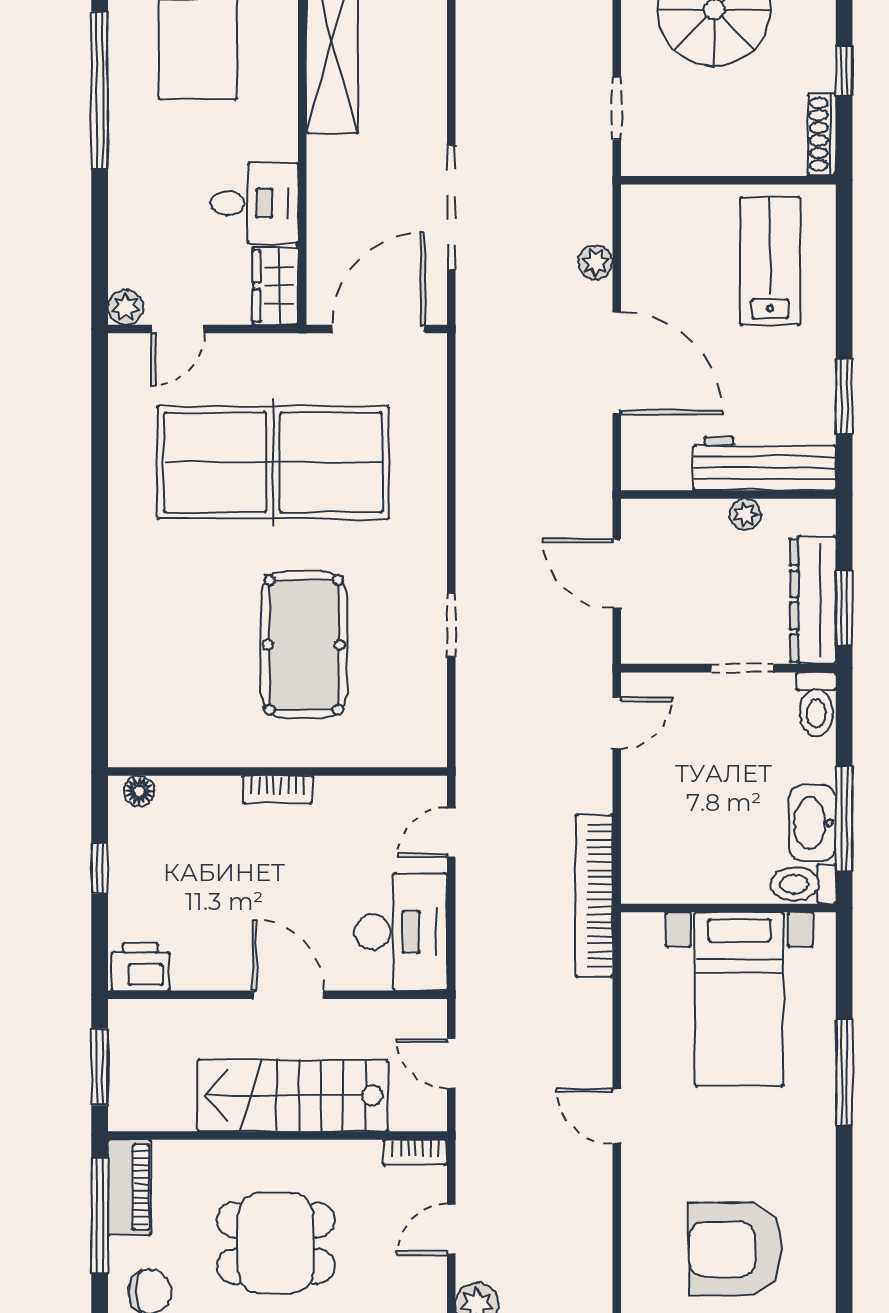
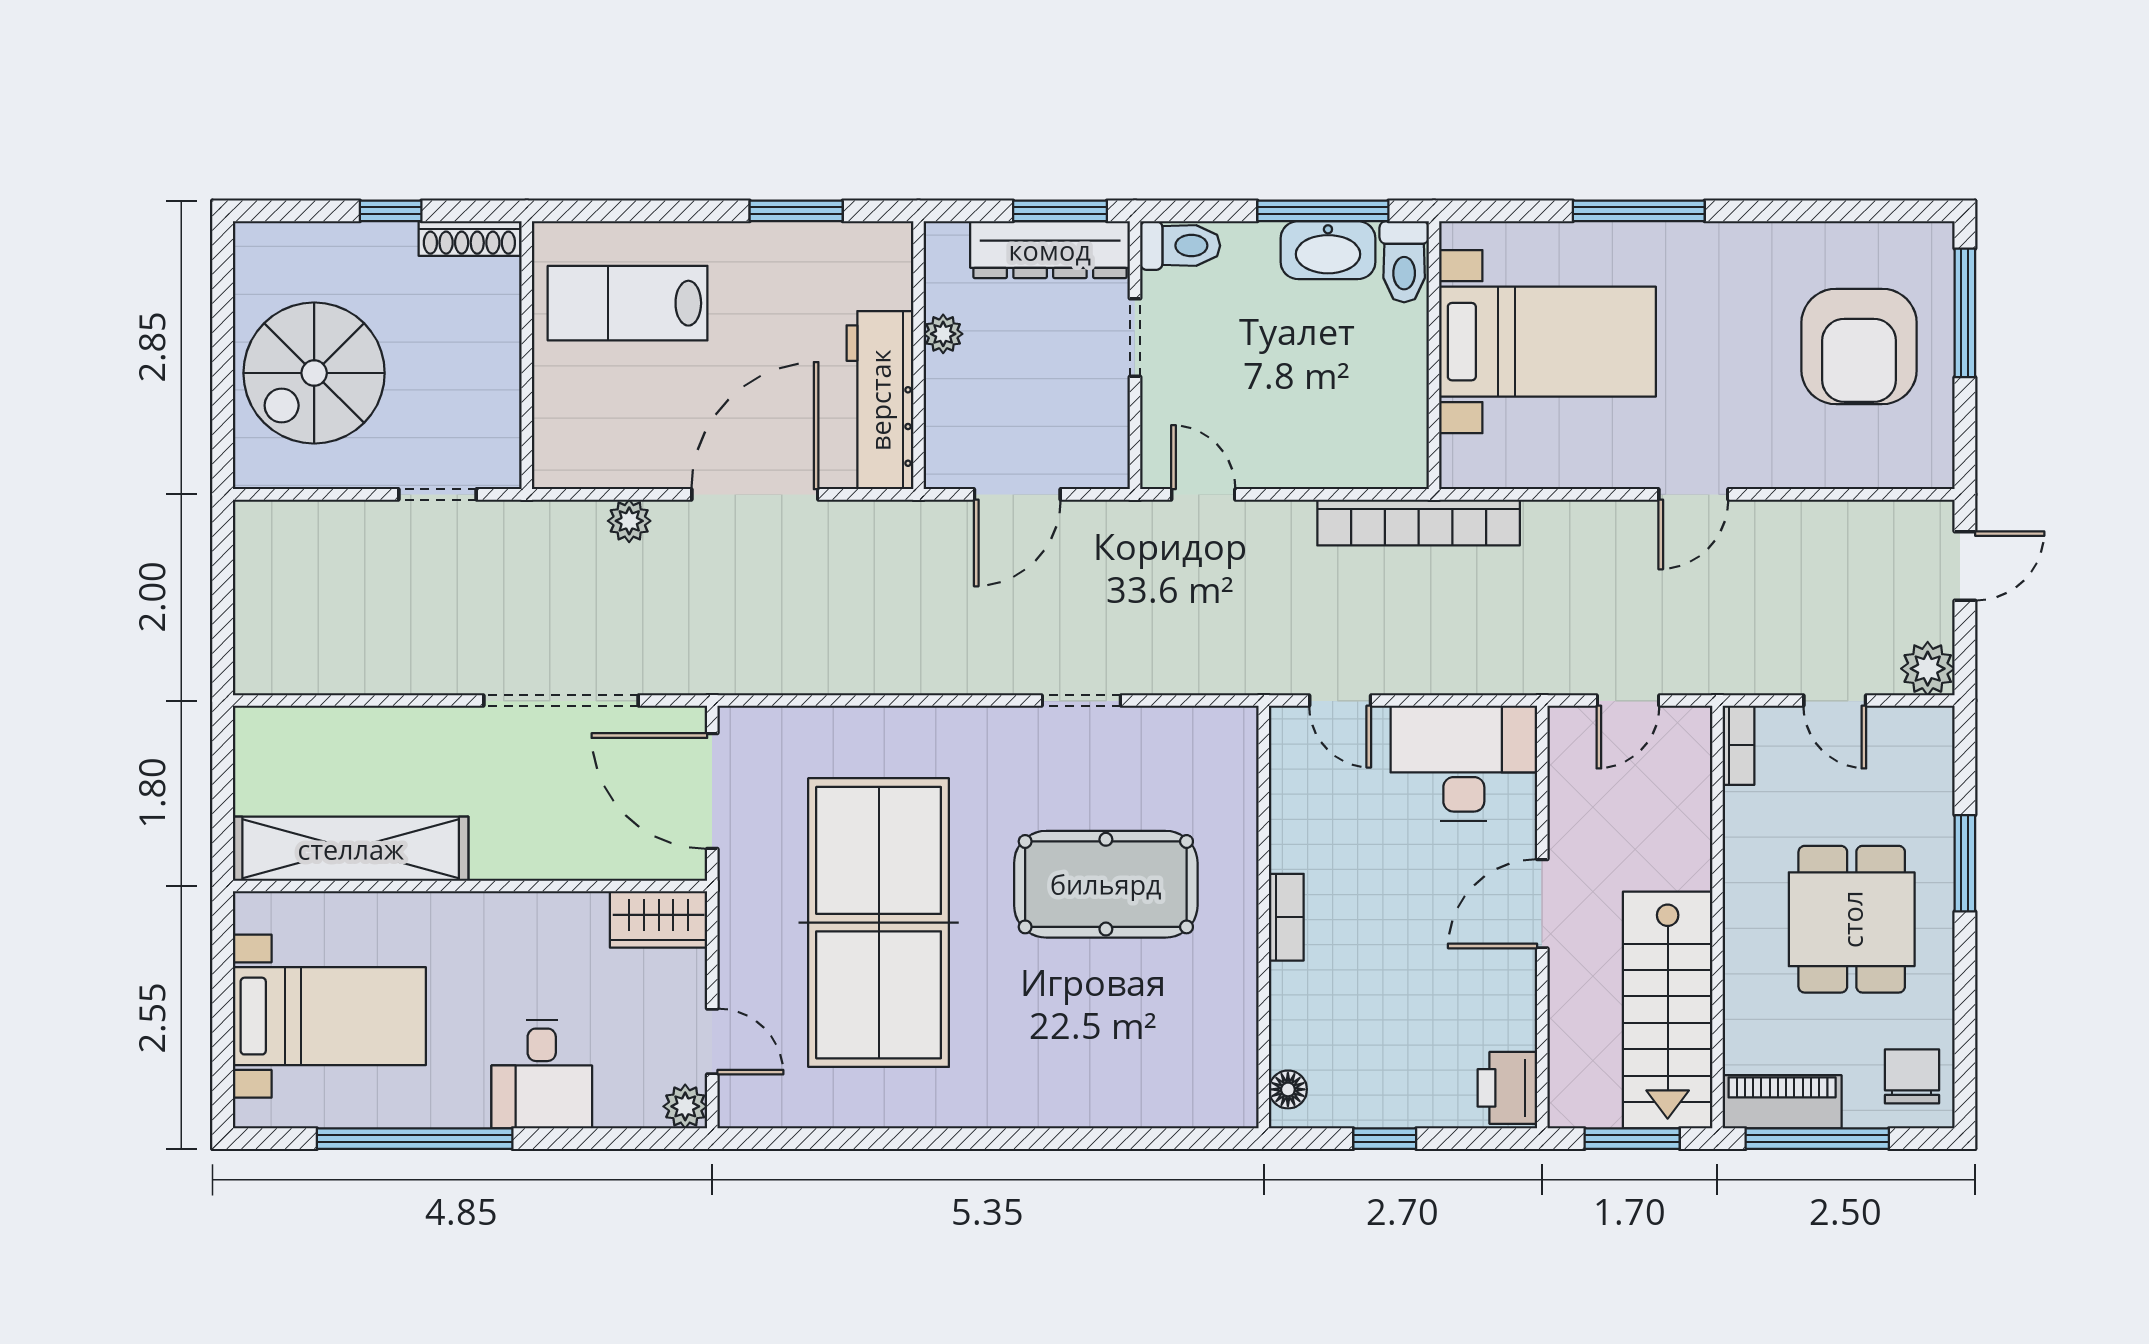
desk: (255, 203) -> (542, 1074), moved, turned 180
workbench: (765, 464) -> (880, 400), moved
stairs: (293, 1095) -> (1668, 1010), moved

